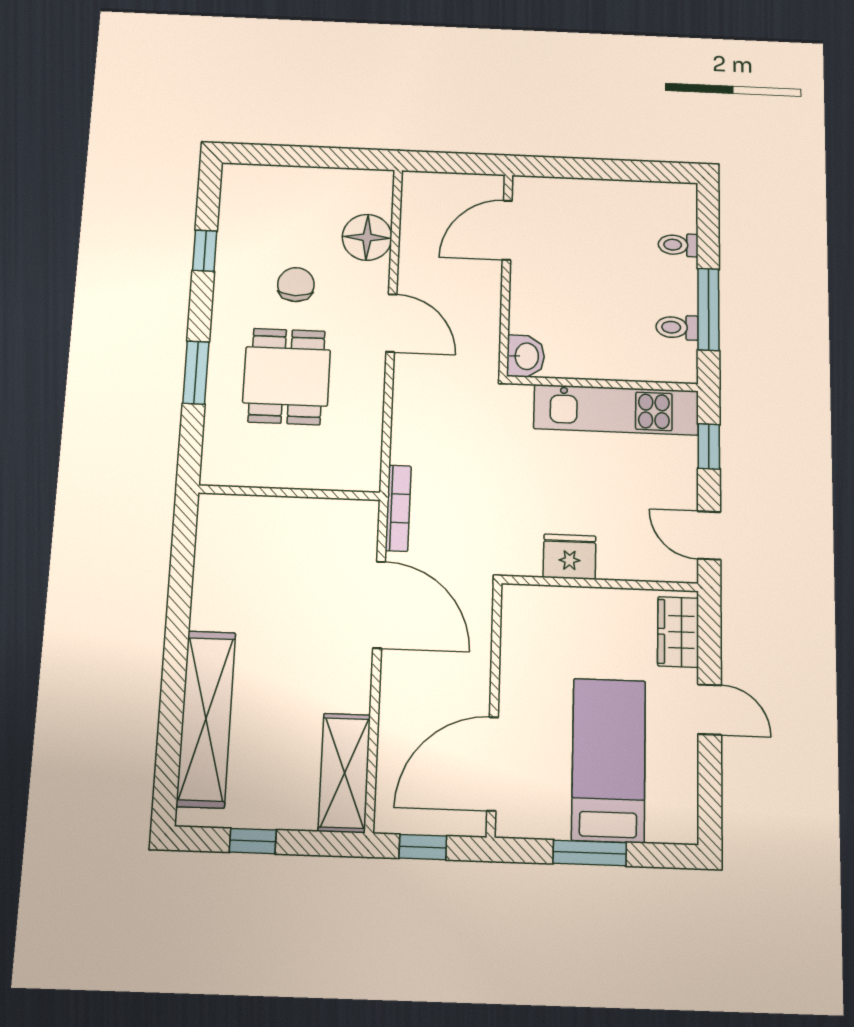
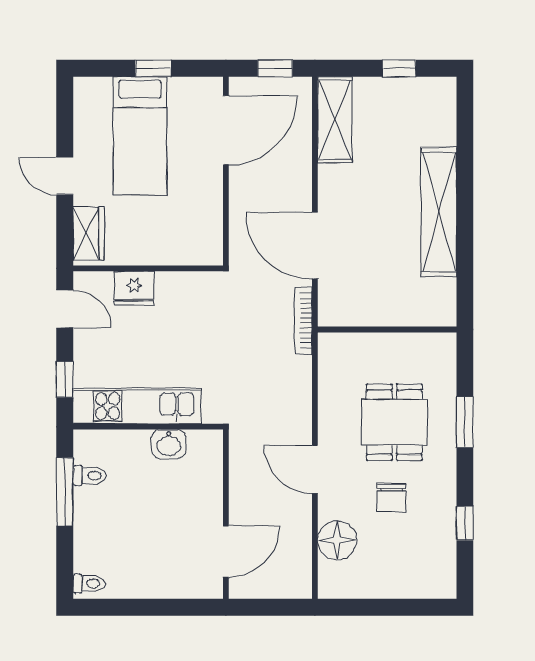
toilet: (678, 245) -> (89, 584), moved
washbasin: (526, 356) -> (169, 444), moved, turned -90
fridge: (570, 557) -> (134, 288), moved
shelving: (206, 719) -> (439, 212), moved
window: (590, 853) -> (153, 68), width x0.67

